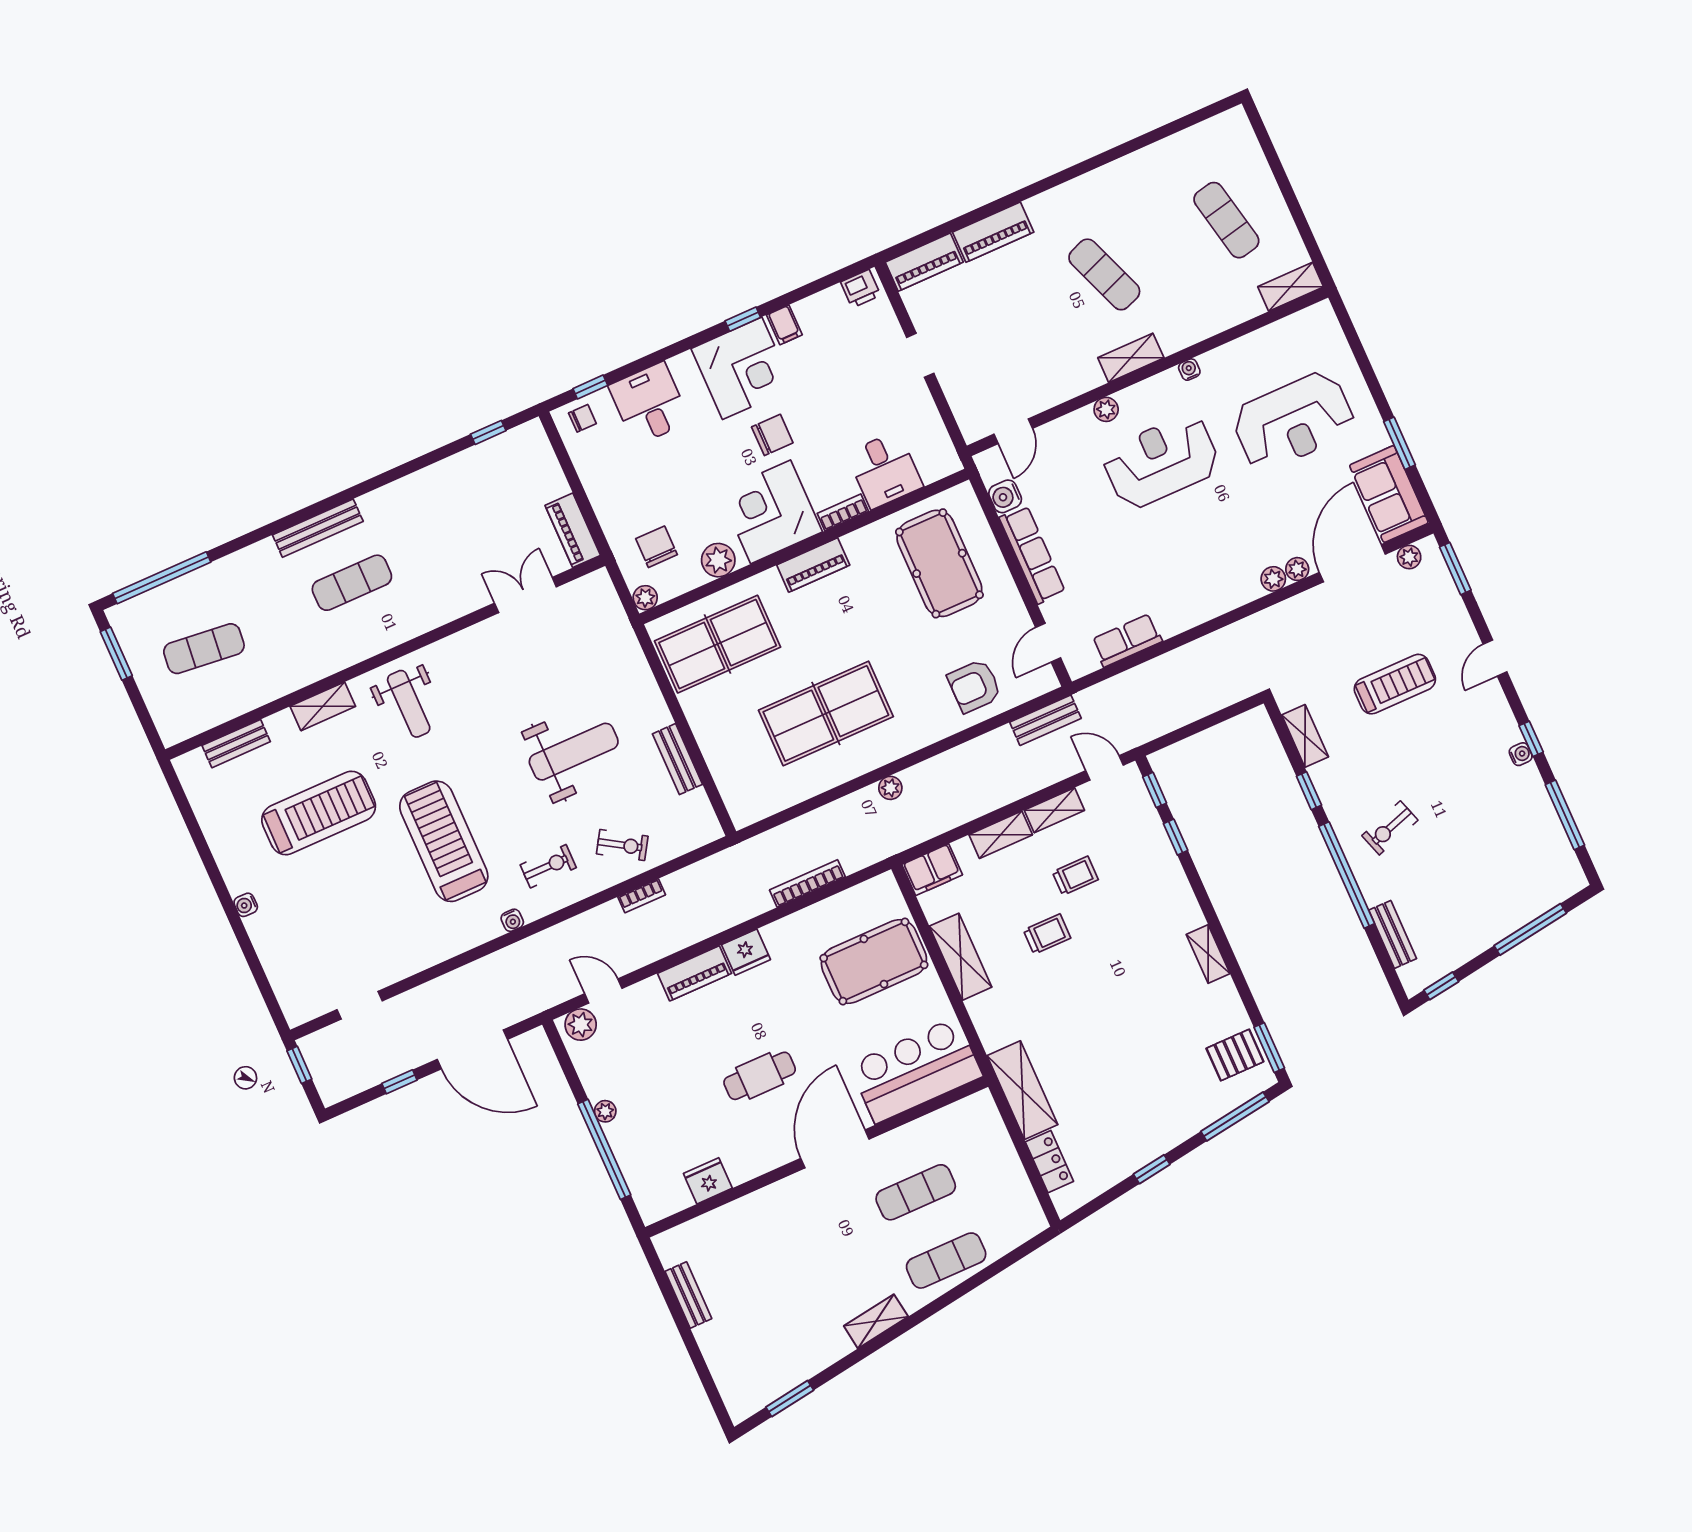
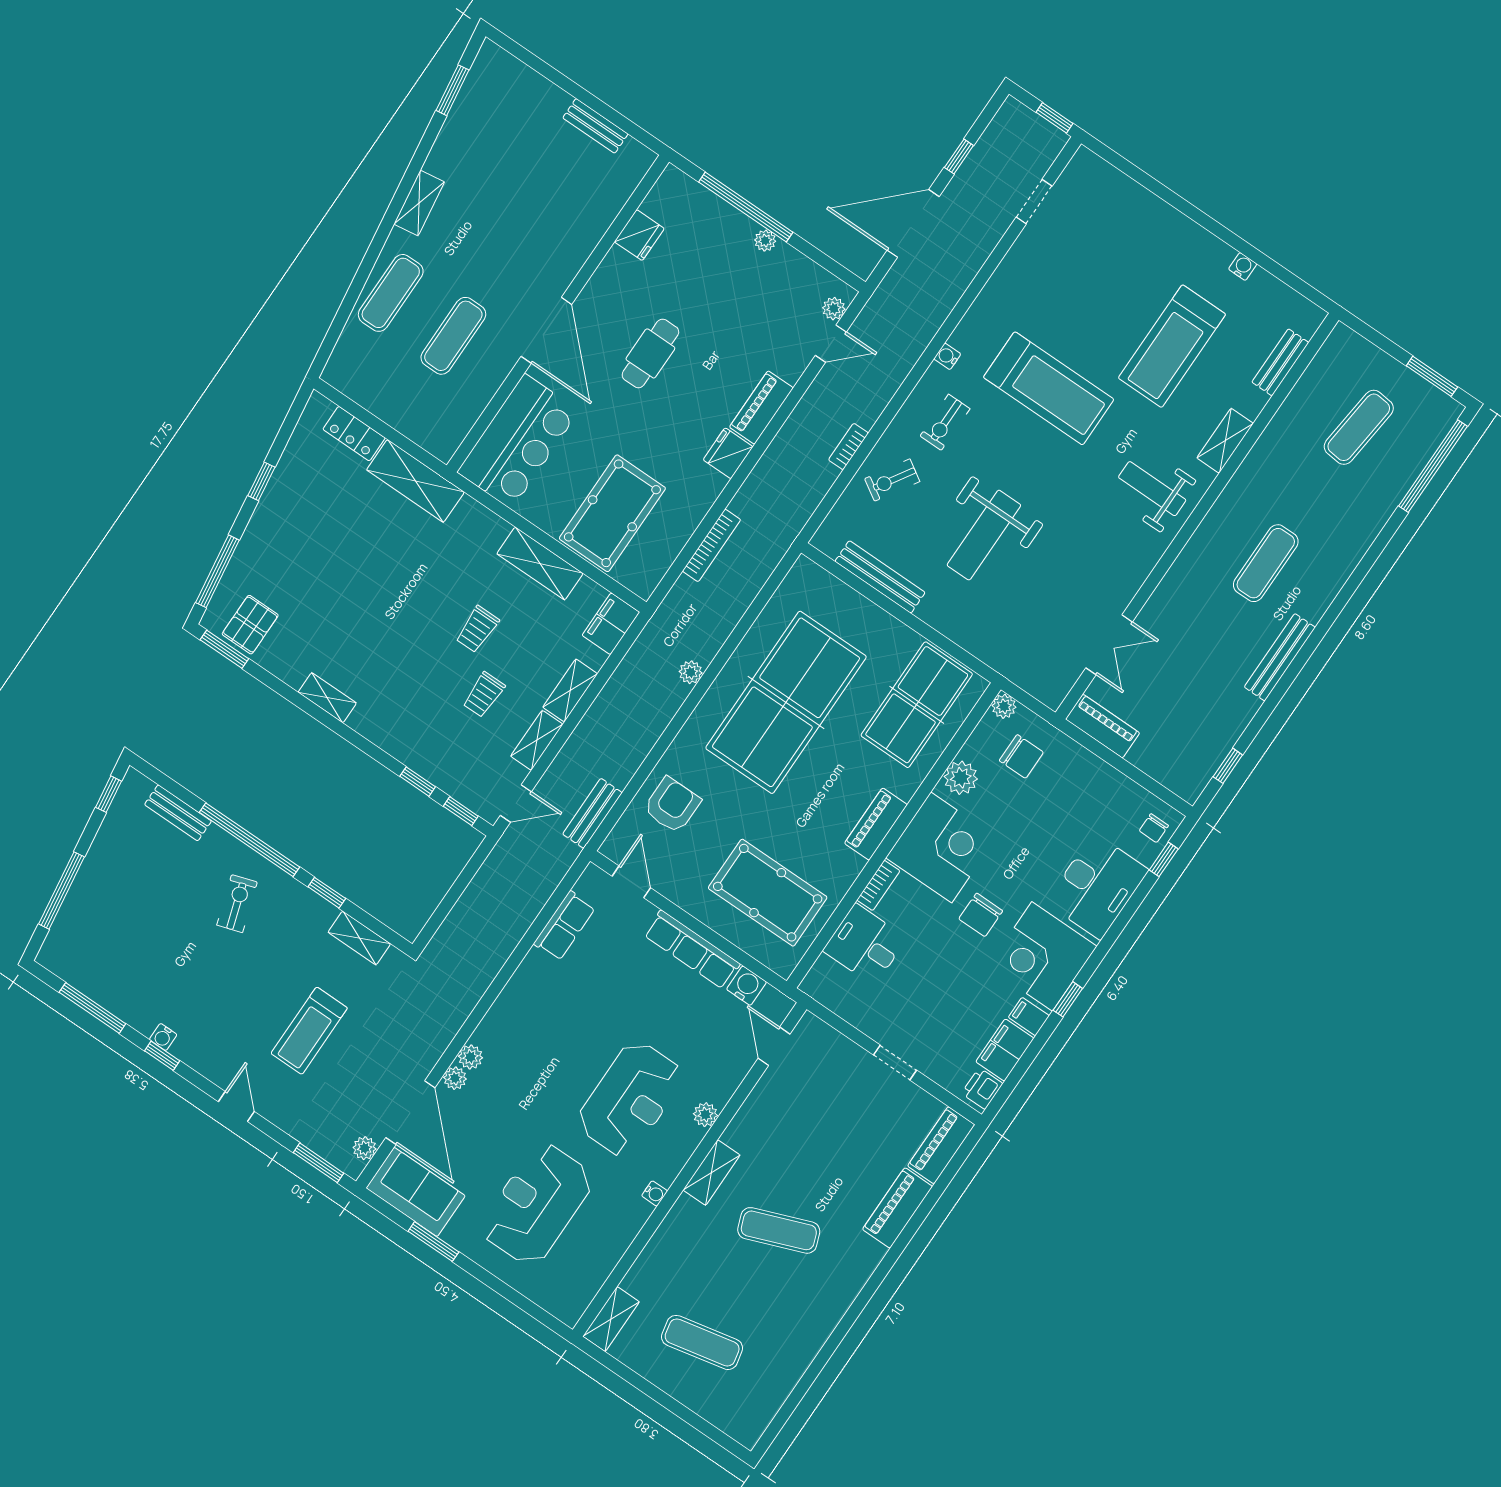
filing cabinet: (822, 309) -> (1005, 1050), added
desk: (649, 404) -> (1097, 886), width x1.37
bench: (318, 528) -> (1280, 657), moved
table tennis table: (826, 713) -> (786, 702), width x1.36, depth x1.32
bench: (677, 759) -> (880, 577), width x1.36
water cooler: (246, 905) -> (1243, 266), moved
plant: (581, 1025) -> (834, 309), width x0.73, depth x0.73

